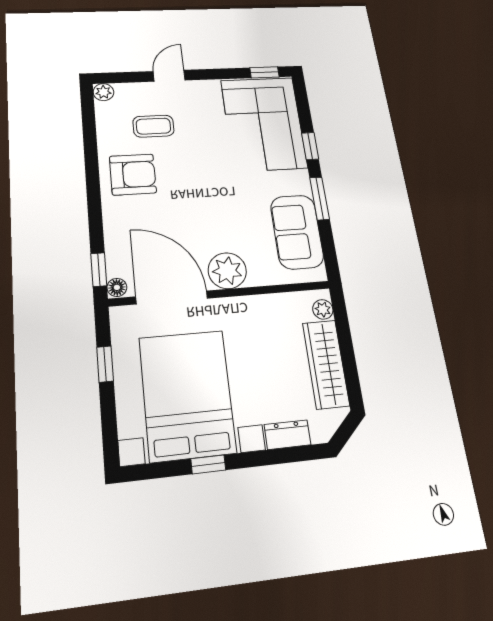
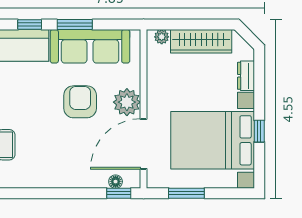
armchair: (133, 175) -> (80, 102), moved
sofa: (297, 232) -> (90, 46), width x1.36
floor lamp: (117, 287) -> (116, 182), moved
window: (105, 364) -> (186, 193), width x1.50

